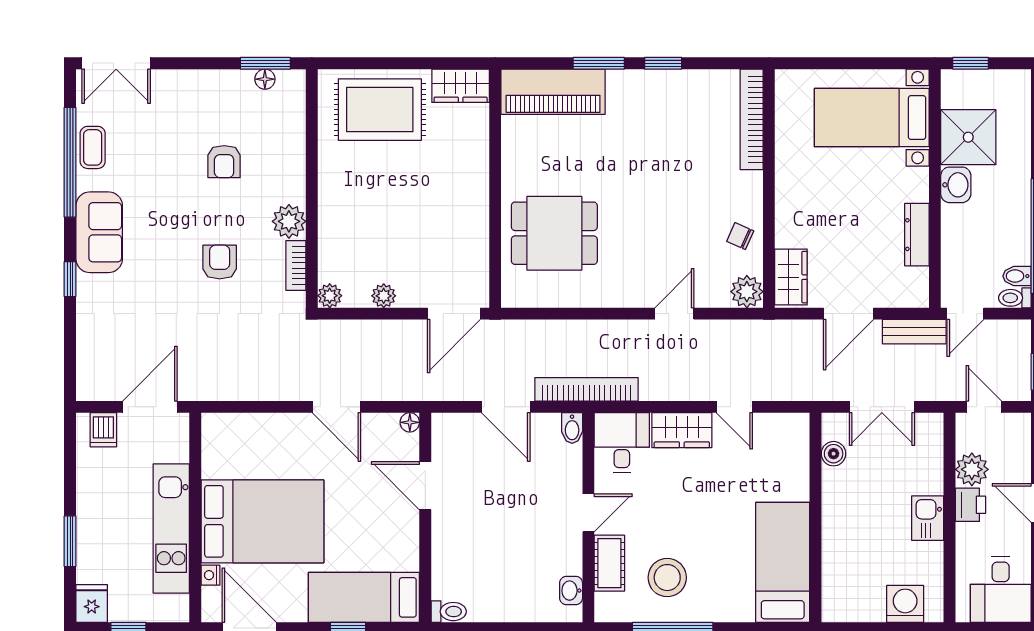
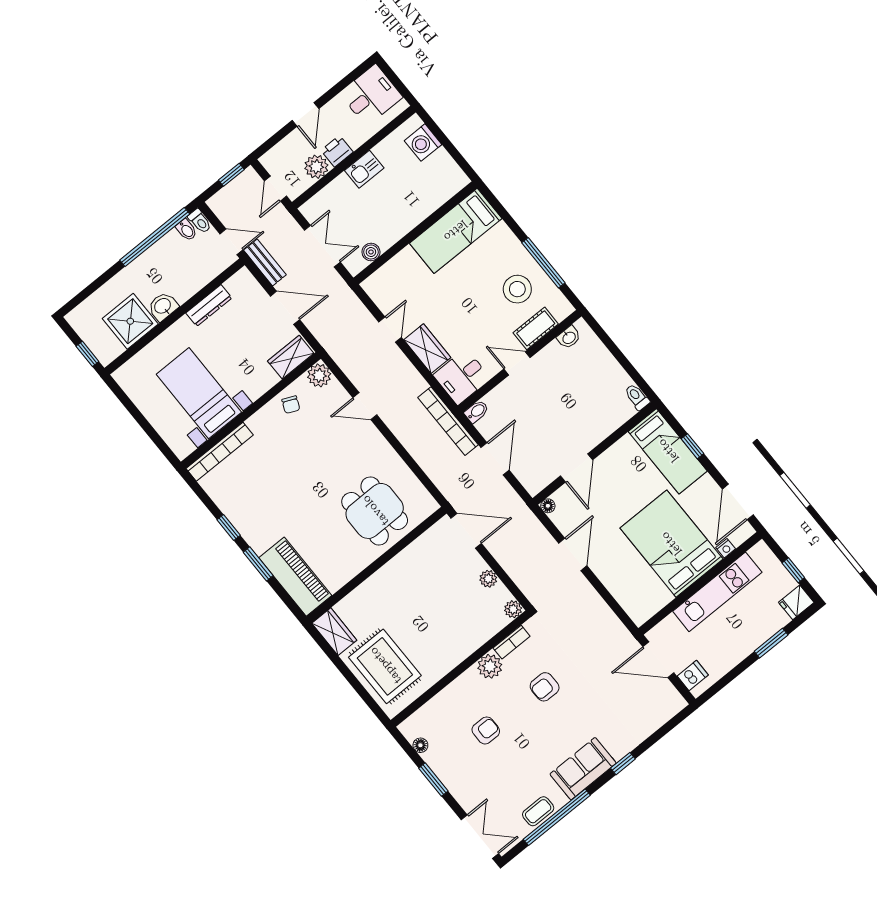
window: (265, 63) -> (433, 780), moved
bed with nightstands: (872, 118) -> (199, 393), moved, turned 180

